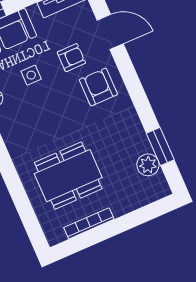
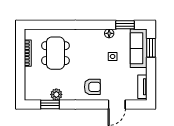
armchair: (71, 58) -> (113, 80), removed
plant: (148, 165) -> (56, 94), moved

